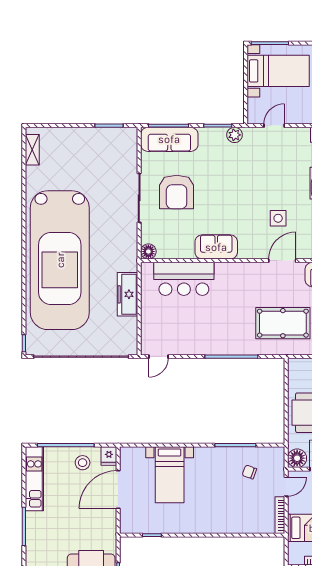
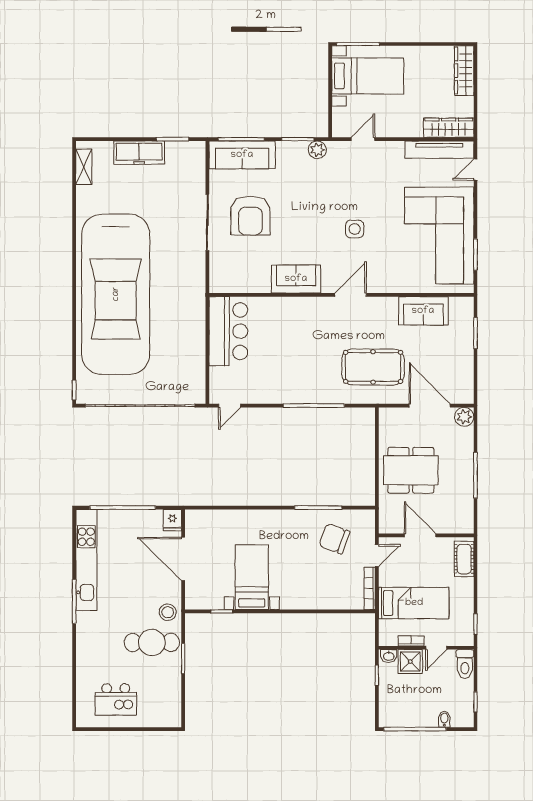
side table: (278, 218) -> (355, 229), moved
floor lamp: (148, 252) -> (218, 284), removed
door: (282, 261) -> (351, 295), moved
bar counter: (184, 279) -> (228, 331), moved, turned -90
freezer: (128, 294) -> (139, 153), moved, turned -90
floor lamp: (297, 458) -> (389, 523), removed
stool: (83, 463) -> (168, 612), moved
chair: (249, 472) -> (334, 539), width x1.87, depth x1.87
bed with nightstands: (170, 475) -> (252, 577), moved, turned 180
kitchen unit: (34, 479) -> (86, 560), width x1.36
door: (118, 490) -> (183, 559), hinge flipped

